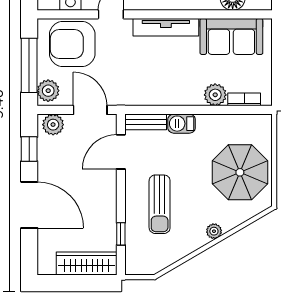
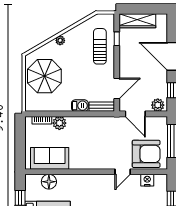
tv unit: (166, 27) -> (89, 164), removed
plant: (48, 91) -> (161, 126), removed
sun lounger: (160, 204) -> (100, 46), moved

